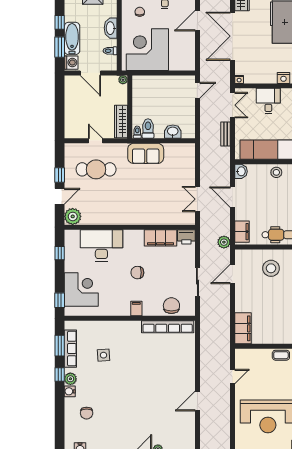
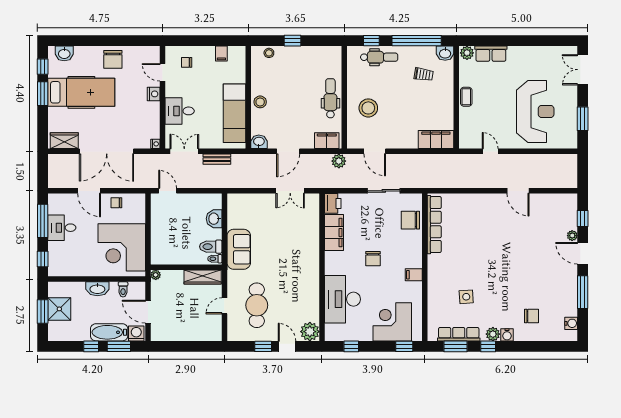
chair: (140, 12) -> (116, 203), moved
door: (90, 73) -> (148, 312), swing flipped
filing cabinet: (136, 309) -> (414, 275), moved

